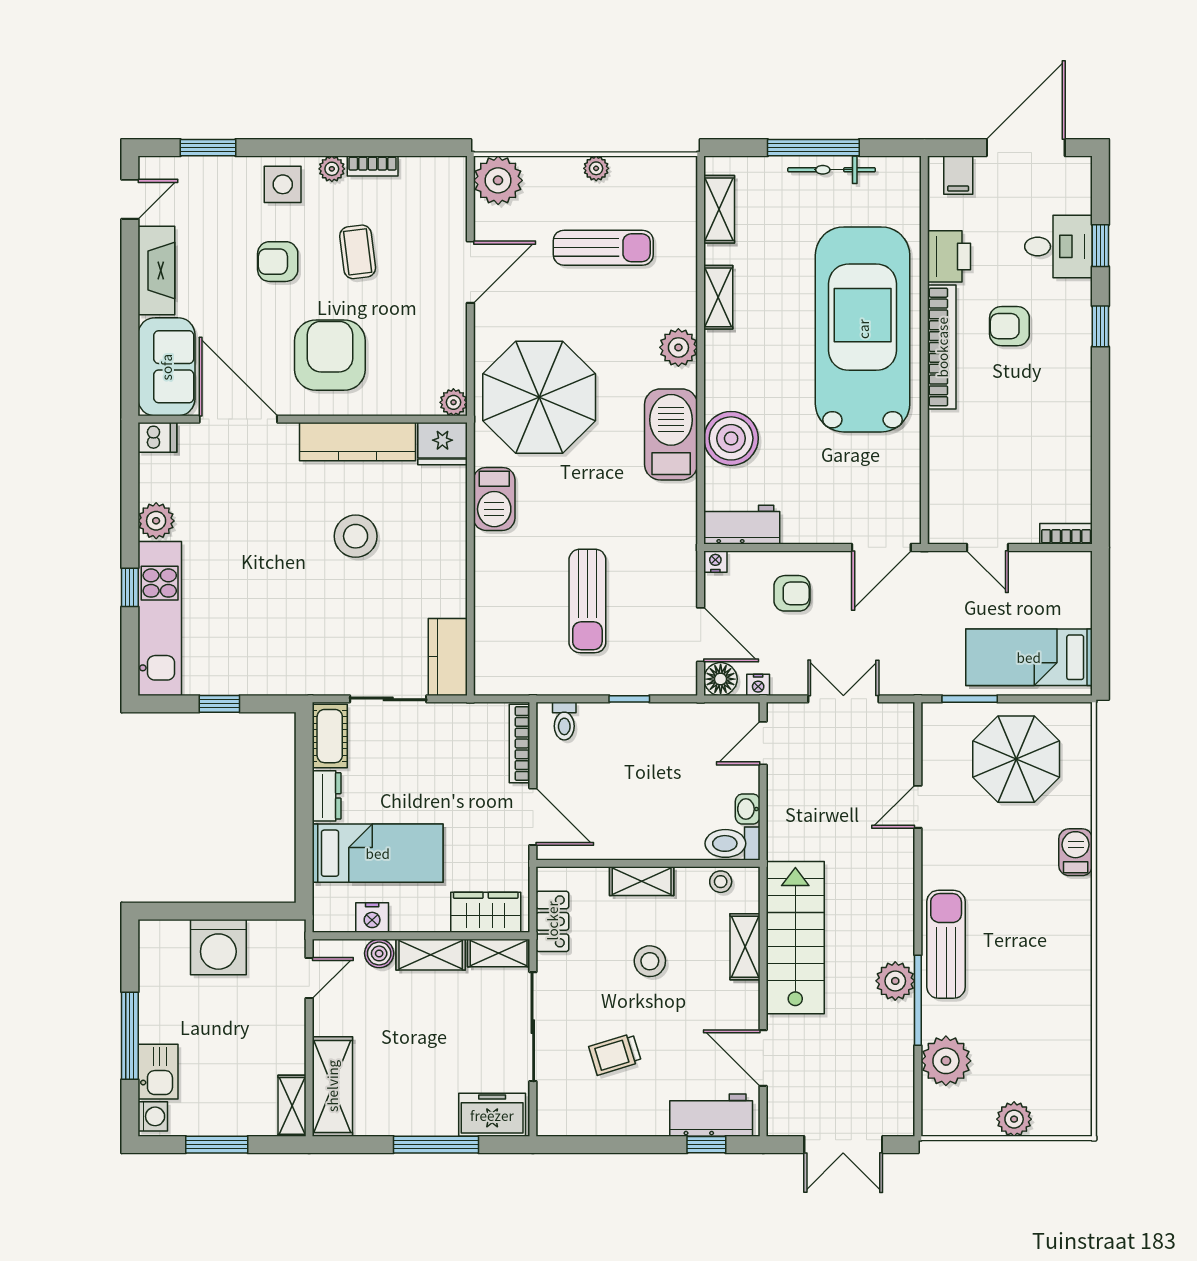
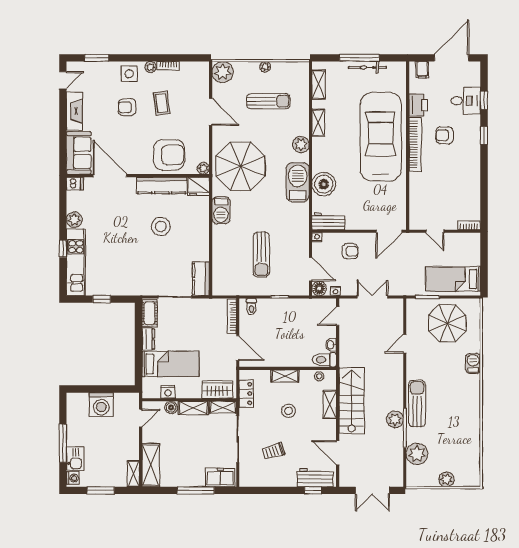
door: (470, 272) -> (211, 112), hinge flipped
armchair: (330, 355) -> (169, 155), moved, turned 90

